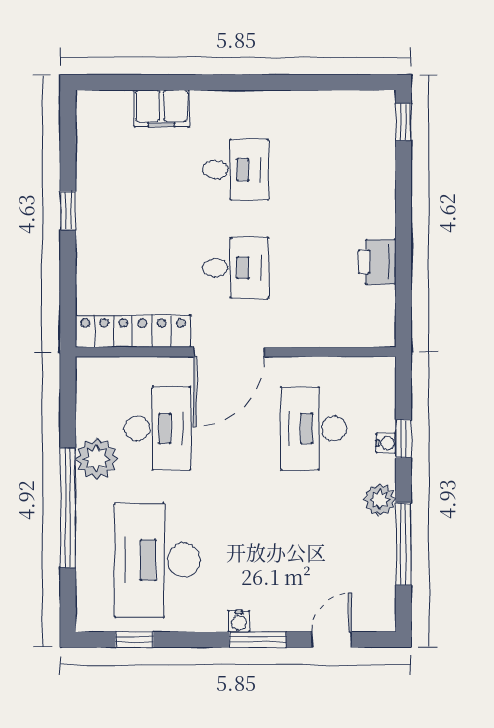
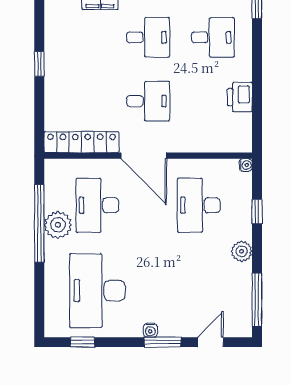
desk: (336, 170) -> (213, 37), added
door: (229, 352) -> (144, 156), hinge flipped
desk: (157, 428) -> (97, 205), turned 180
water cooler: (386, 443) -> (246, 165), moved
window: (68, 508) -> (39, 224), moved
window: (403, 544) -> (257, 300), moved

